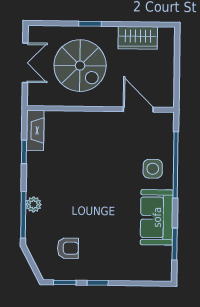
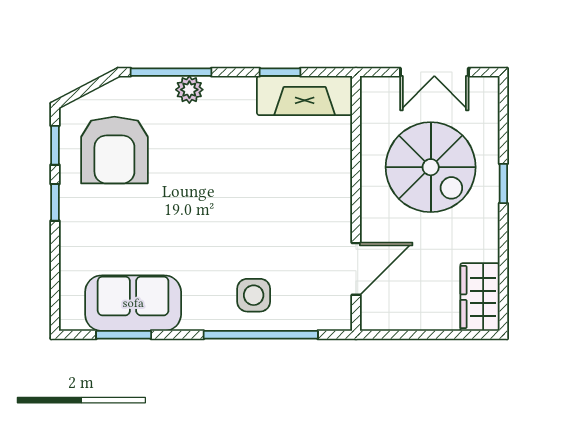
wardrobe: (138, 38) -> (480, 297), moved
spiral stairs: (80, 66) -> (431, 167), turned -90
fireplace: (35, 130) -> (305, 96), width x1.37, depth x1.32
sofa: (157, 217) -> (133, 303), moved
armchair: (68, 248) -> (114, 150), width x1.88, depth x1.88

